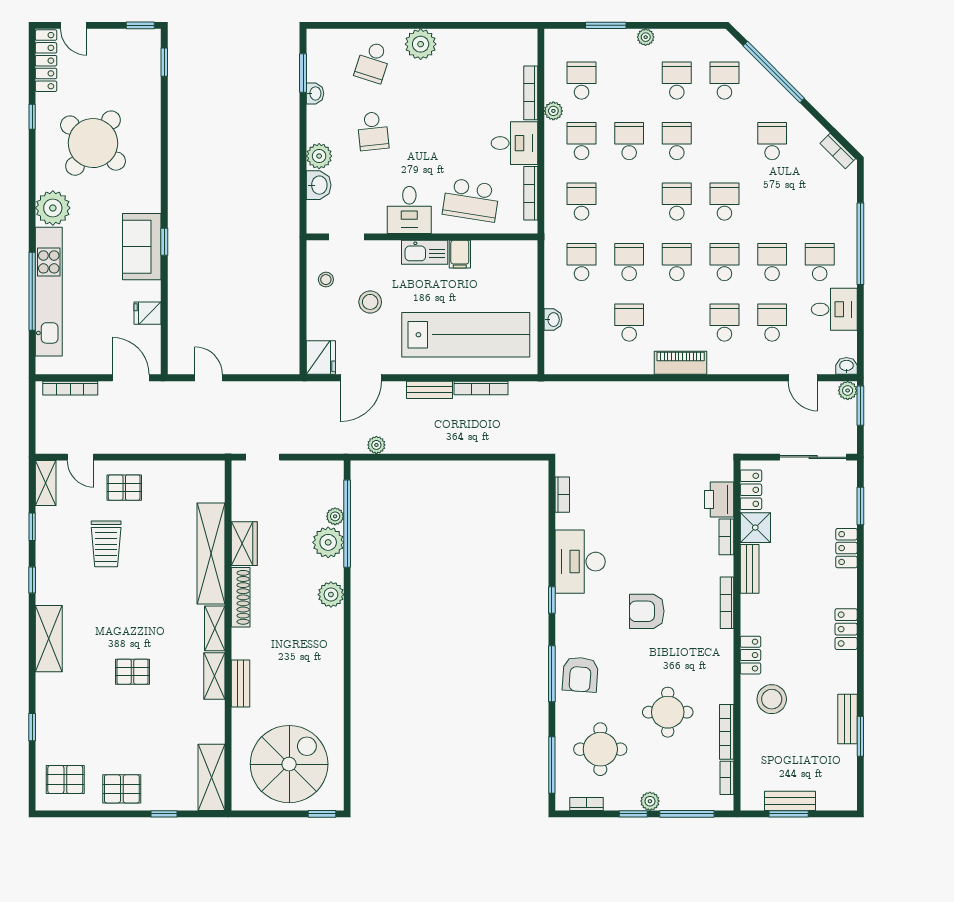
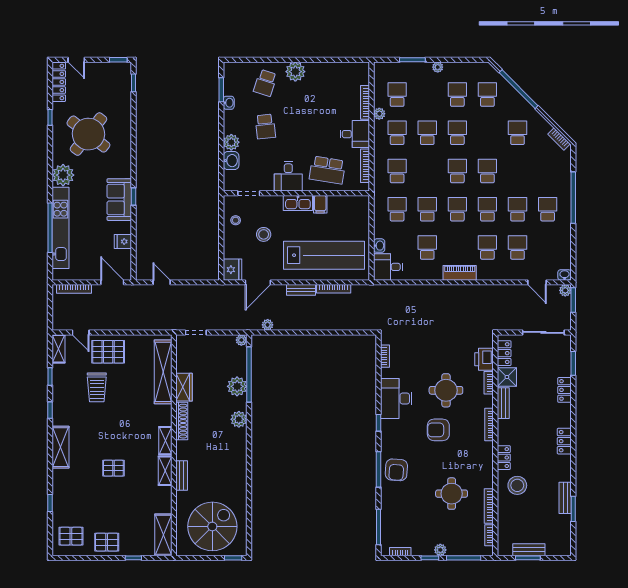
desk: (834, 309) -> (388, 267), moved, turned 180
pallet: (124, 488) -> (108, 352), width x1.50, depth x1.42
plant: (335, 516) -> (241, 340), moved
shelving: (211, 553) -> (163, 372), moved
round table: (600, 749) -> (446, 390), moved

